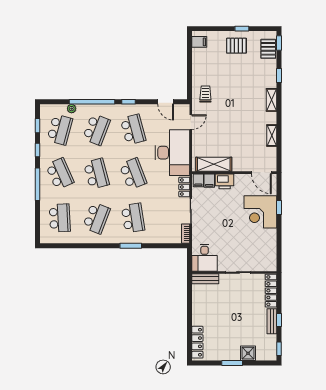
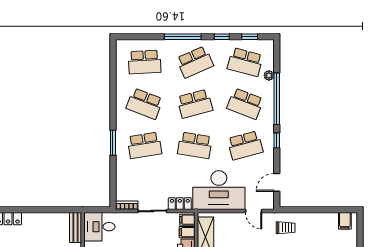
school desk: (133, 174) -> (195, 145), turned 30

